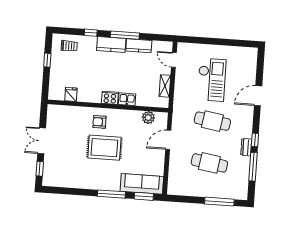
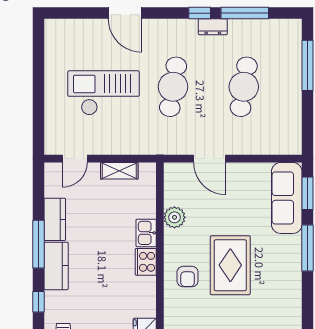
plant: (148, 118) -> (174, 217), moved

